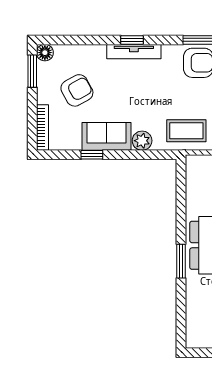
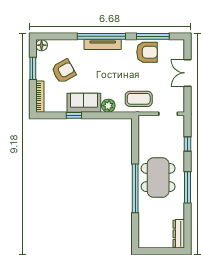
window: (132, 40) -> (101, 36), width x3.17
window: (32, 71) -> (33, 68), moved
window: (181, 261) -> (135, 188), width x2.11

